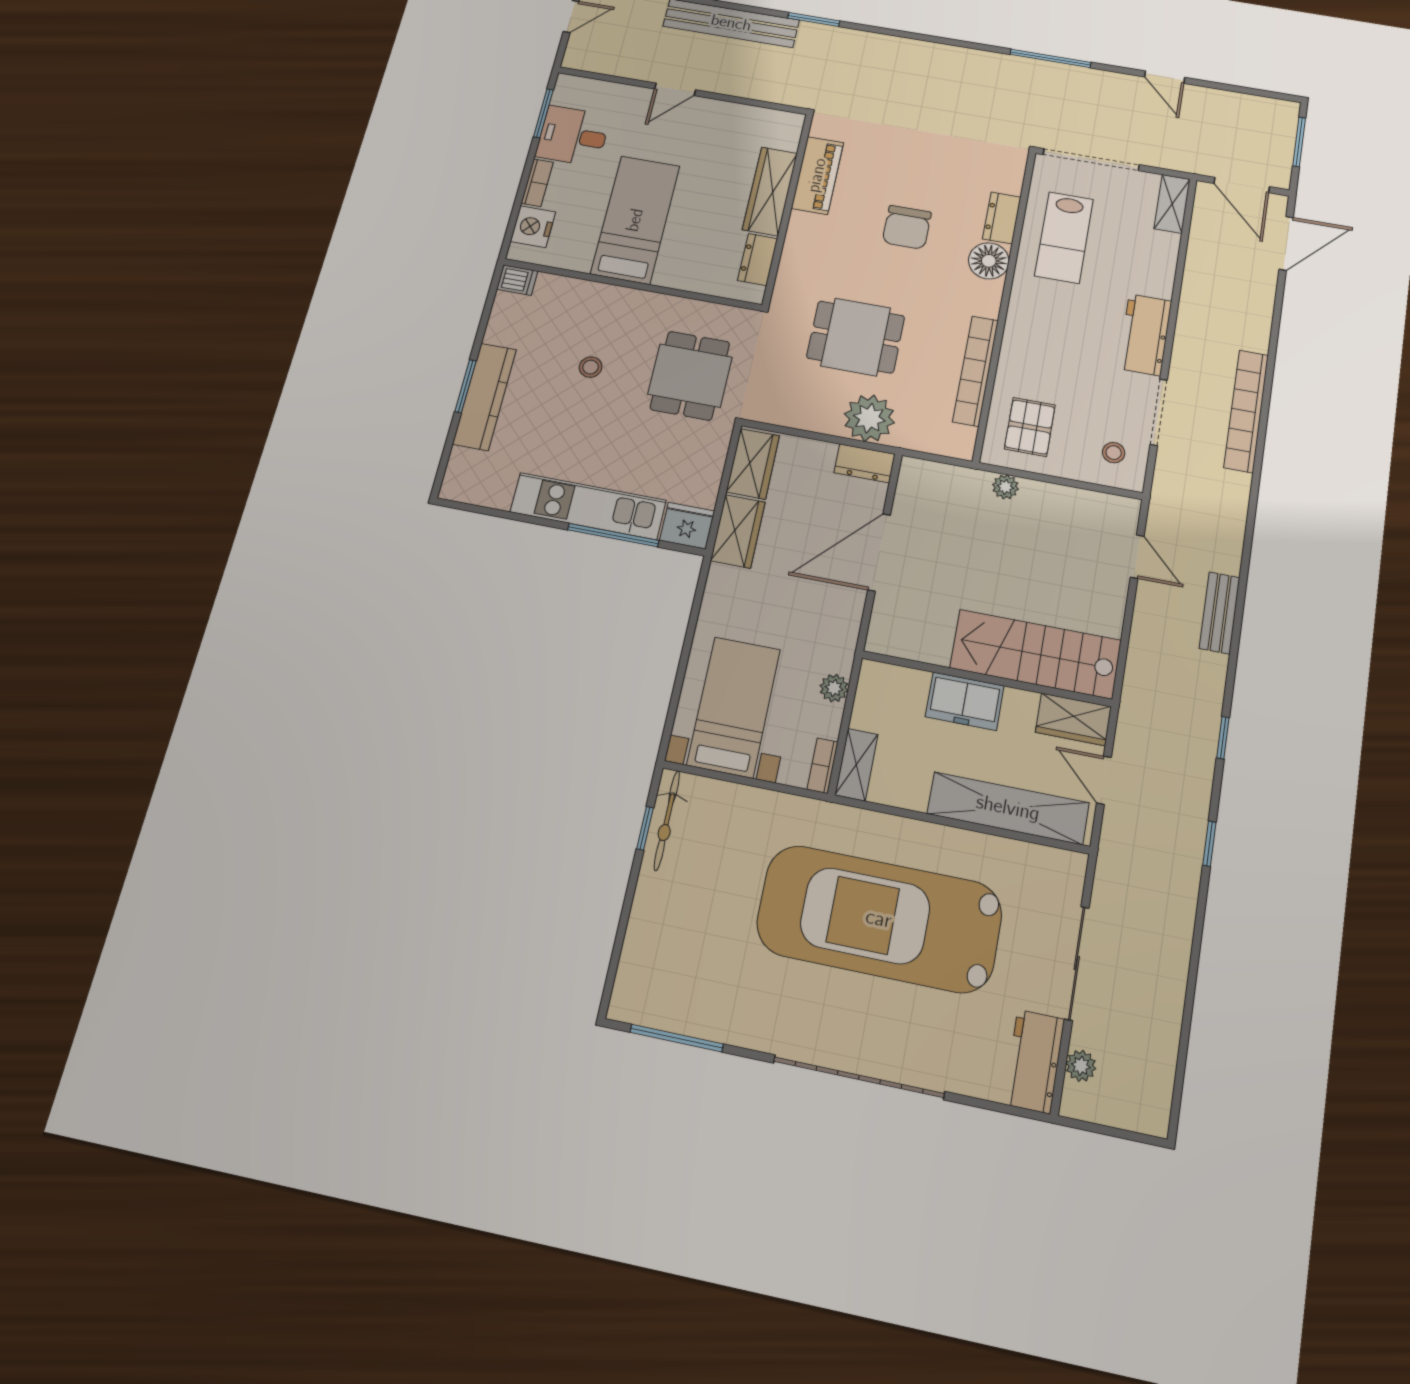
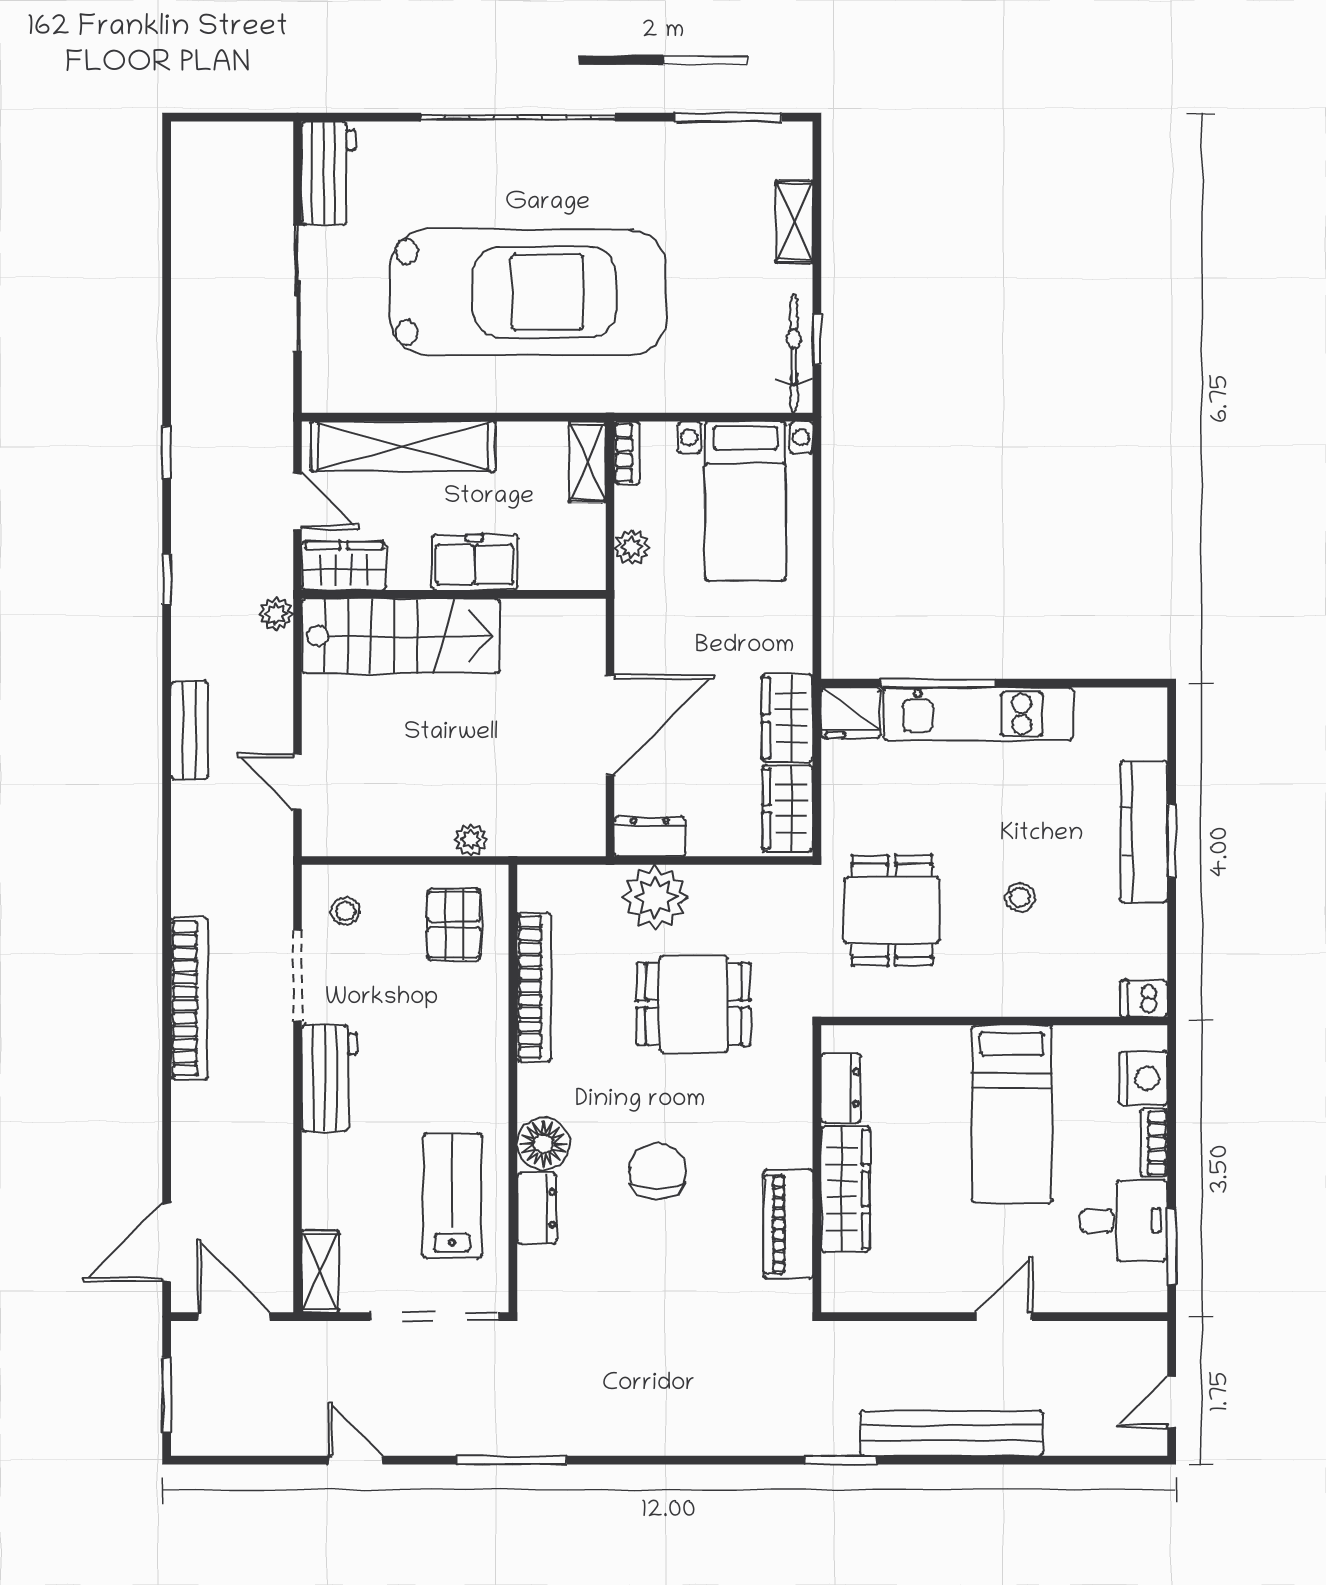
shelving: (641, 933) -> (794, 222), added
plant: (1081, 1066) -> (276, 614), moved

